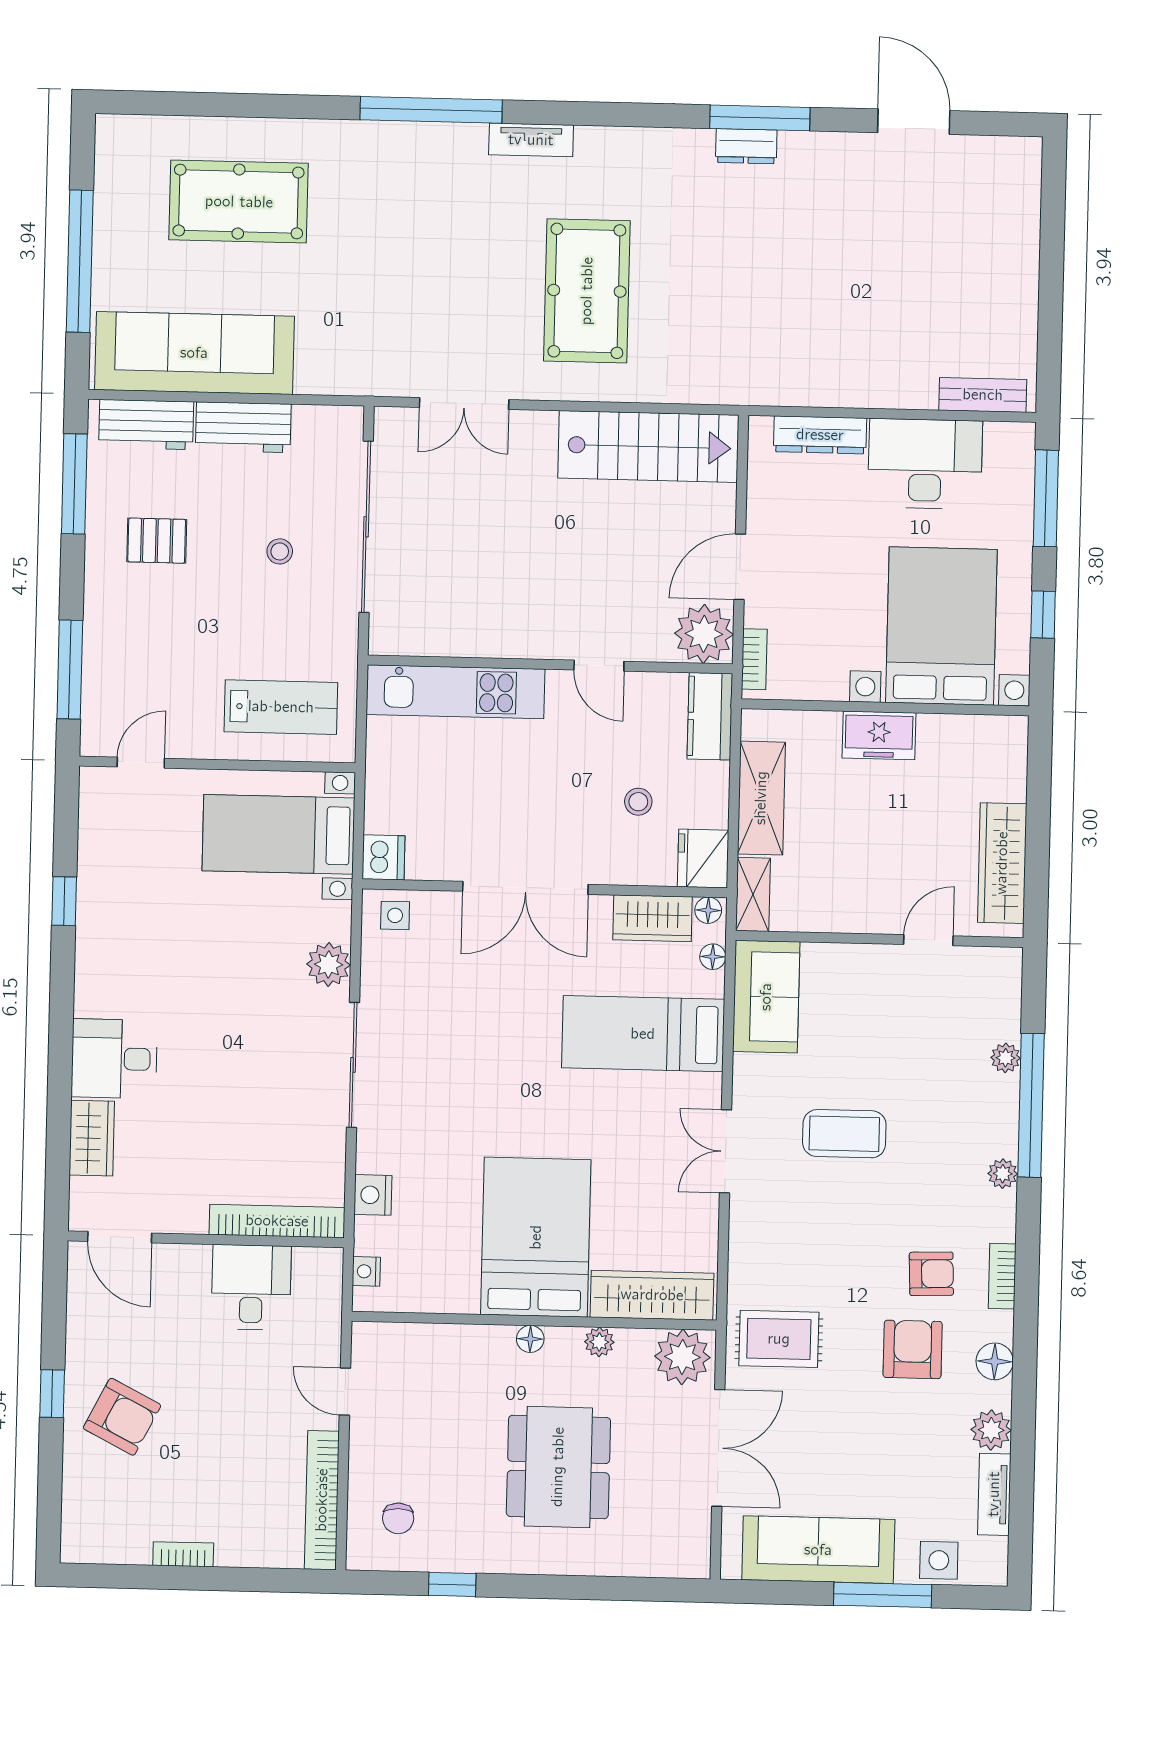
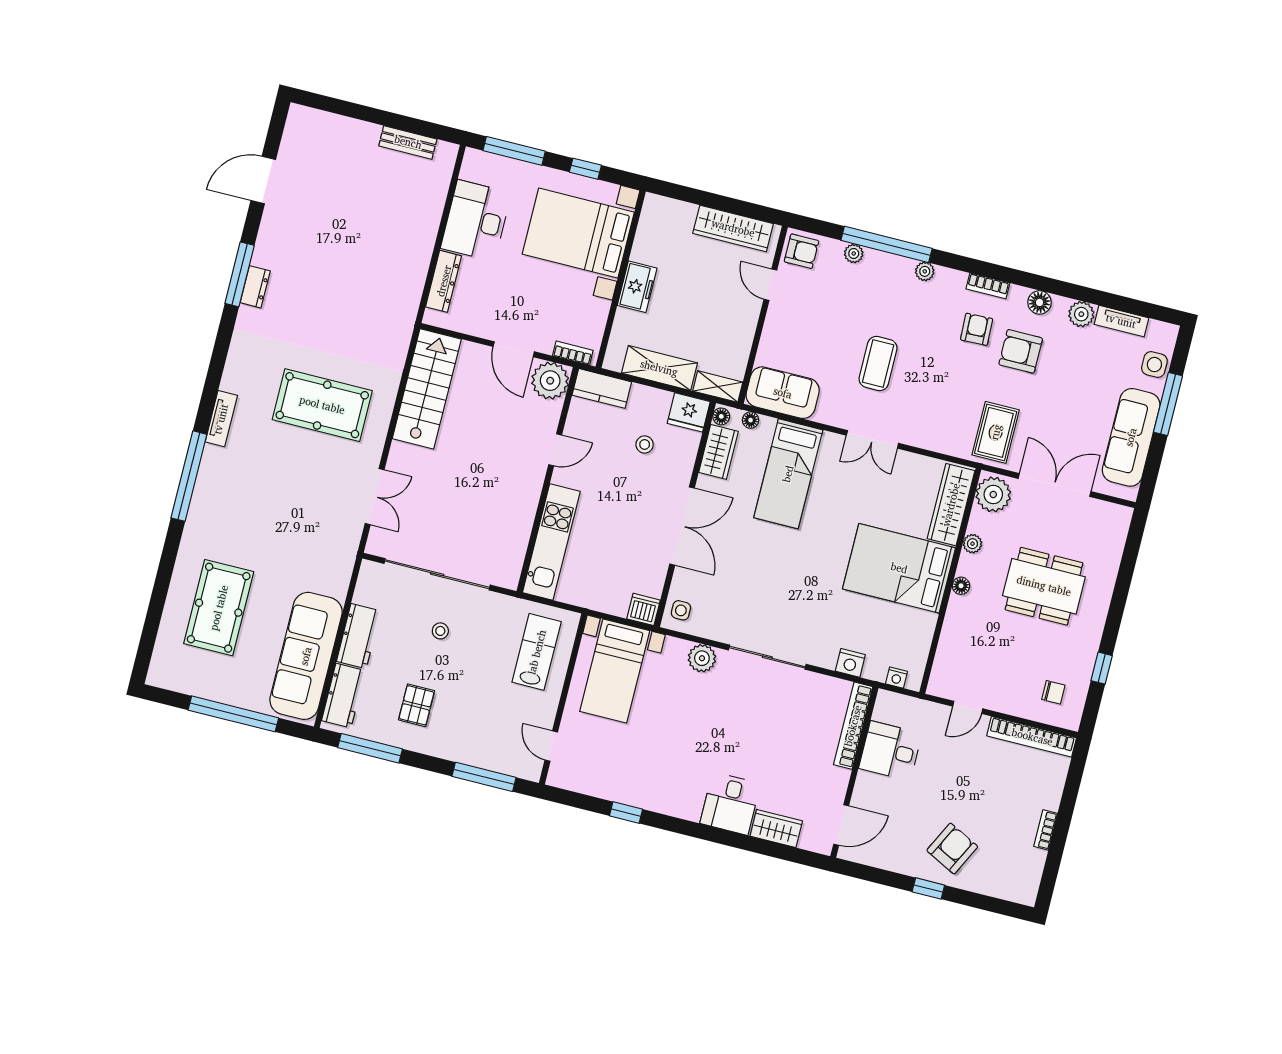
bench: (983, 395) -> (408, 142), moved, turned 90
armchair: (991, 977) -> (802, 251), added

